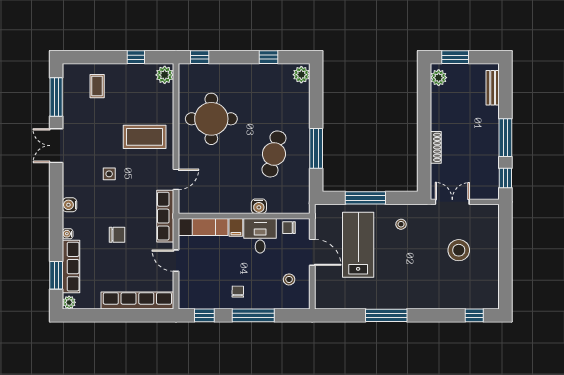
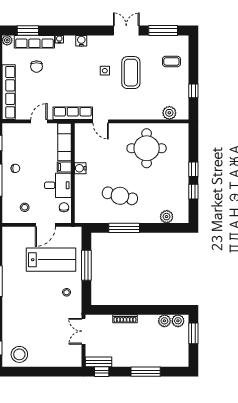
window: (200, 57) -> (193, 169), moved
plant: (165, 75) -> (169, 113), moved
plant: (301, 75) -> (167, 217), moved
bench: (493, 88) -> (98, 362), moved
plant: (439, 95) -> (164, 321), added
coffee table: (145, 137) -> (131, 73), moved
window: (505, 138) -> (146, 372), moved
double door: (452, 202) -> (84, 331), swing flipped
water cooler: (259, 206) -> (80, 168), moved
chair: (117, 235) -> (37, 67), moved
stool: (459, 250) -> (19, 354), moved

